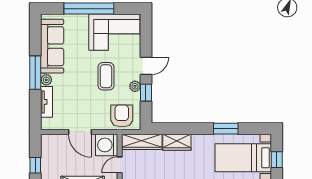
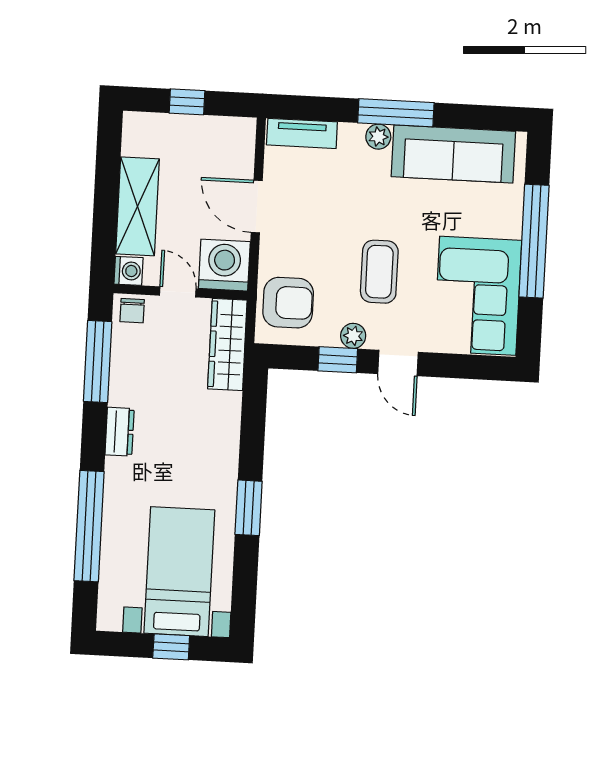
coffee table: (106, 76) -> (379, 272), turned 90
tv unit: (47, 102) -> (302, 133), moved
window: (226, 129) -> (249, 508), moved
door: (80, 132) -> (257, 207), hinge flipped
wardrobe: (177, 142) -> (222, 424), removed

